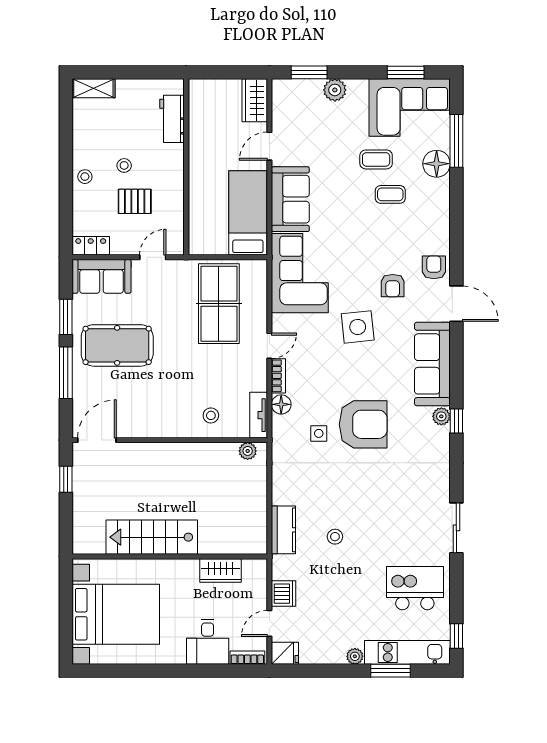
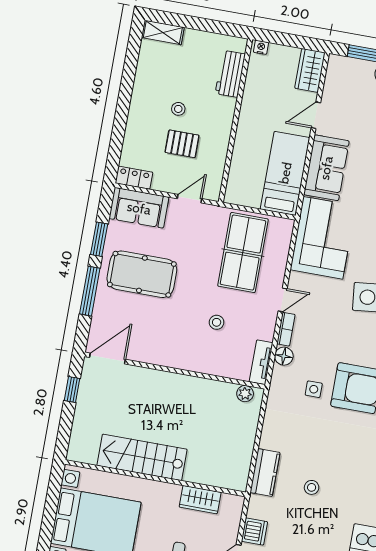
nightstand: (199, 85) -> (261, 47), added
stool: (85, 177) -> (140, 113), removed
stool: (211, 415) -> (217, 322), moved

